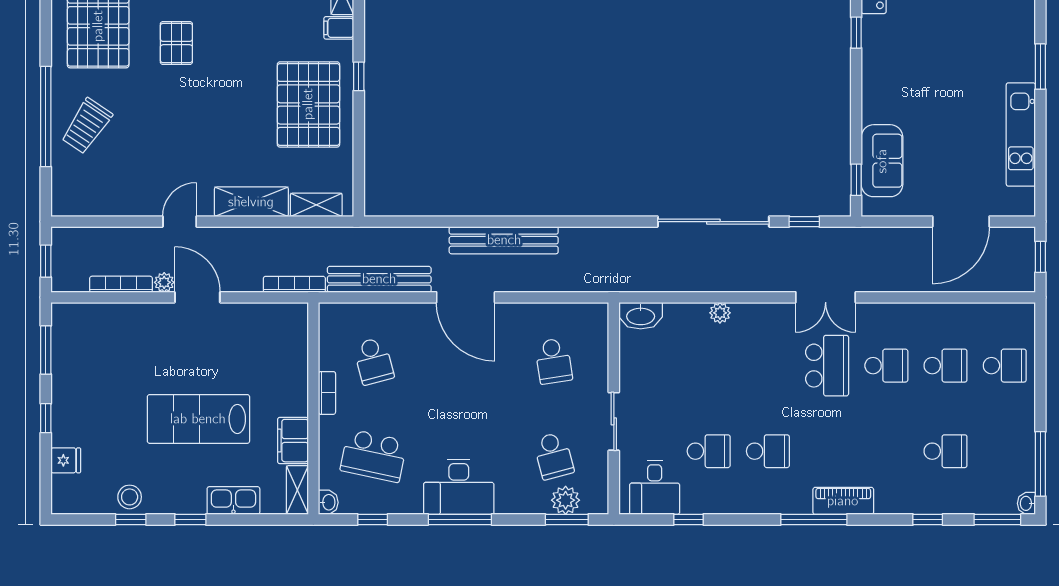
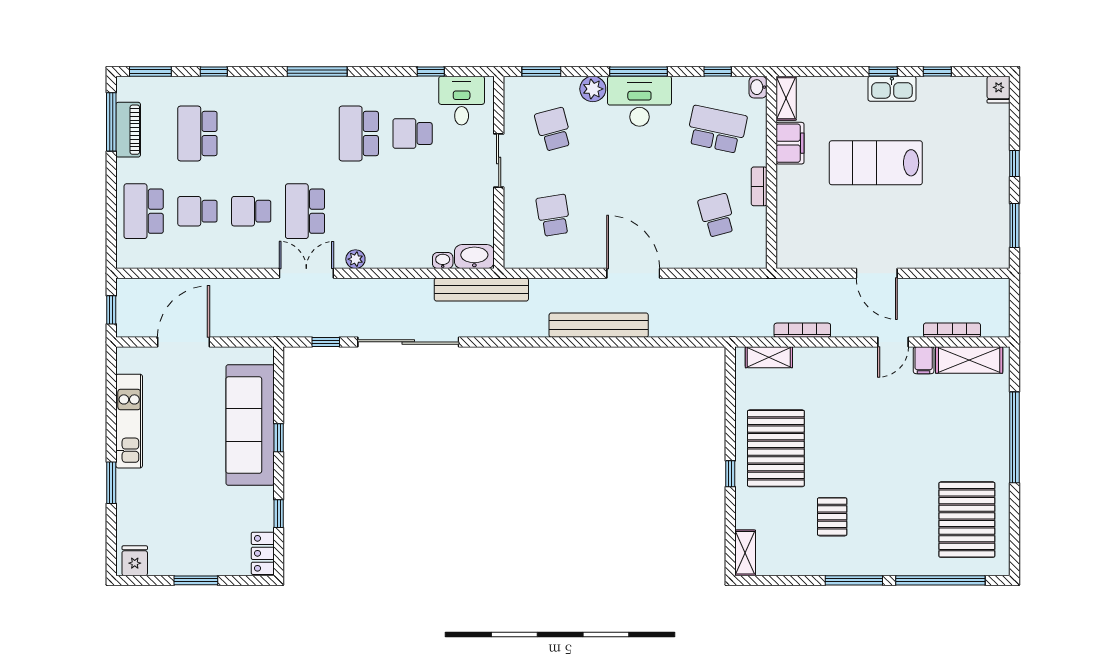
filing cabinet: (339, 28) -> (924, 360), moved, turned 90
pallet: (176, 43) -> (832, 517), moved
trolley: (87, 126) -> (977, 429), removed
sofa: (882, 161) -> (250, 425), width x1.85, depth x1.27
window: (856, 180) -> (279, 438), moved
shelving: (251, 202) -> (969, 360), moved
window: (46, 261) -> (1014, 306), removed
bench: (379, 279) -> (481, 290), moved
plant: (164, 282) -> (907, 287), removed
bookcase: (121, 284) -> (952, 330), moved, turned 180
bookcase: (294, 284) -> (802, 330), moved, turned 180
plant: (720, 313) -> (355, 259), moved
school desk: (1005, 366) -> (144, 211), width x1.85
lab bench: (198, 419) -> (876, 163), turned 180
school desk: (768, 451) -> (359, 134), width x1.85
school desk: (946, 451) -> (197, 134), width x1.85
fridge: (66, 460) -> (999, 90), moved, turned -90
stool: (130, 497) -> (938, 92), removed
plant: (566, 500) -> (593, 89), moved
kitchen sink: (233, 501) -> (892, 89), moved
piano: (843, 501) -> (128, 130), moved, turned -90
washbasin: (1026, 503) -> (443, 261), moved, turned -90

